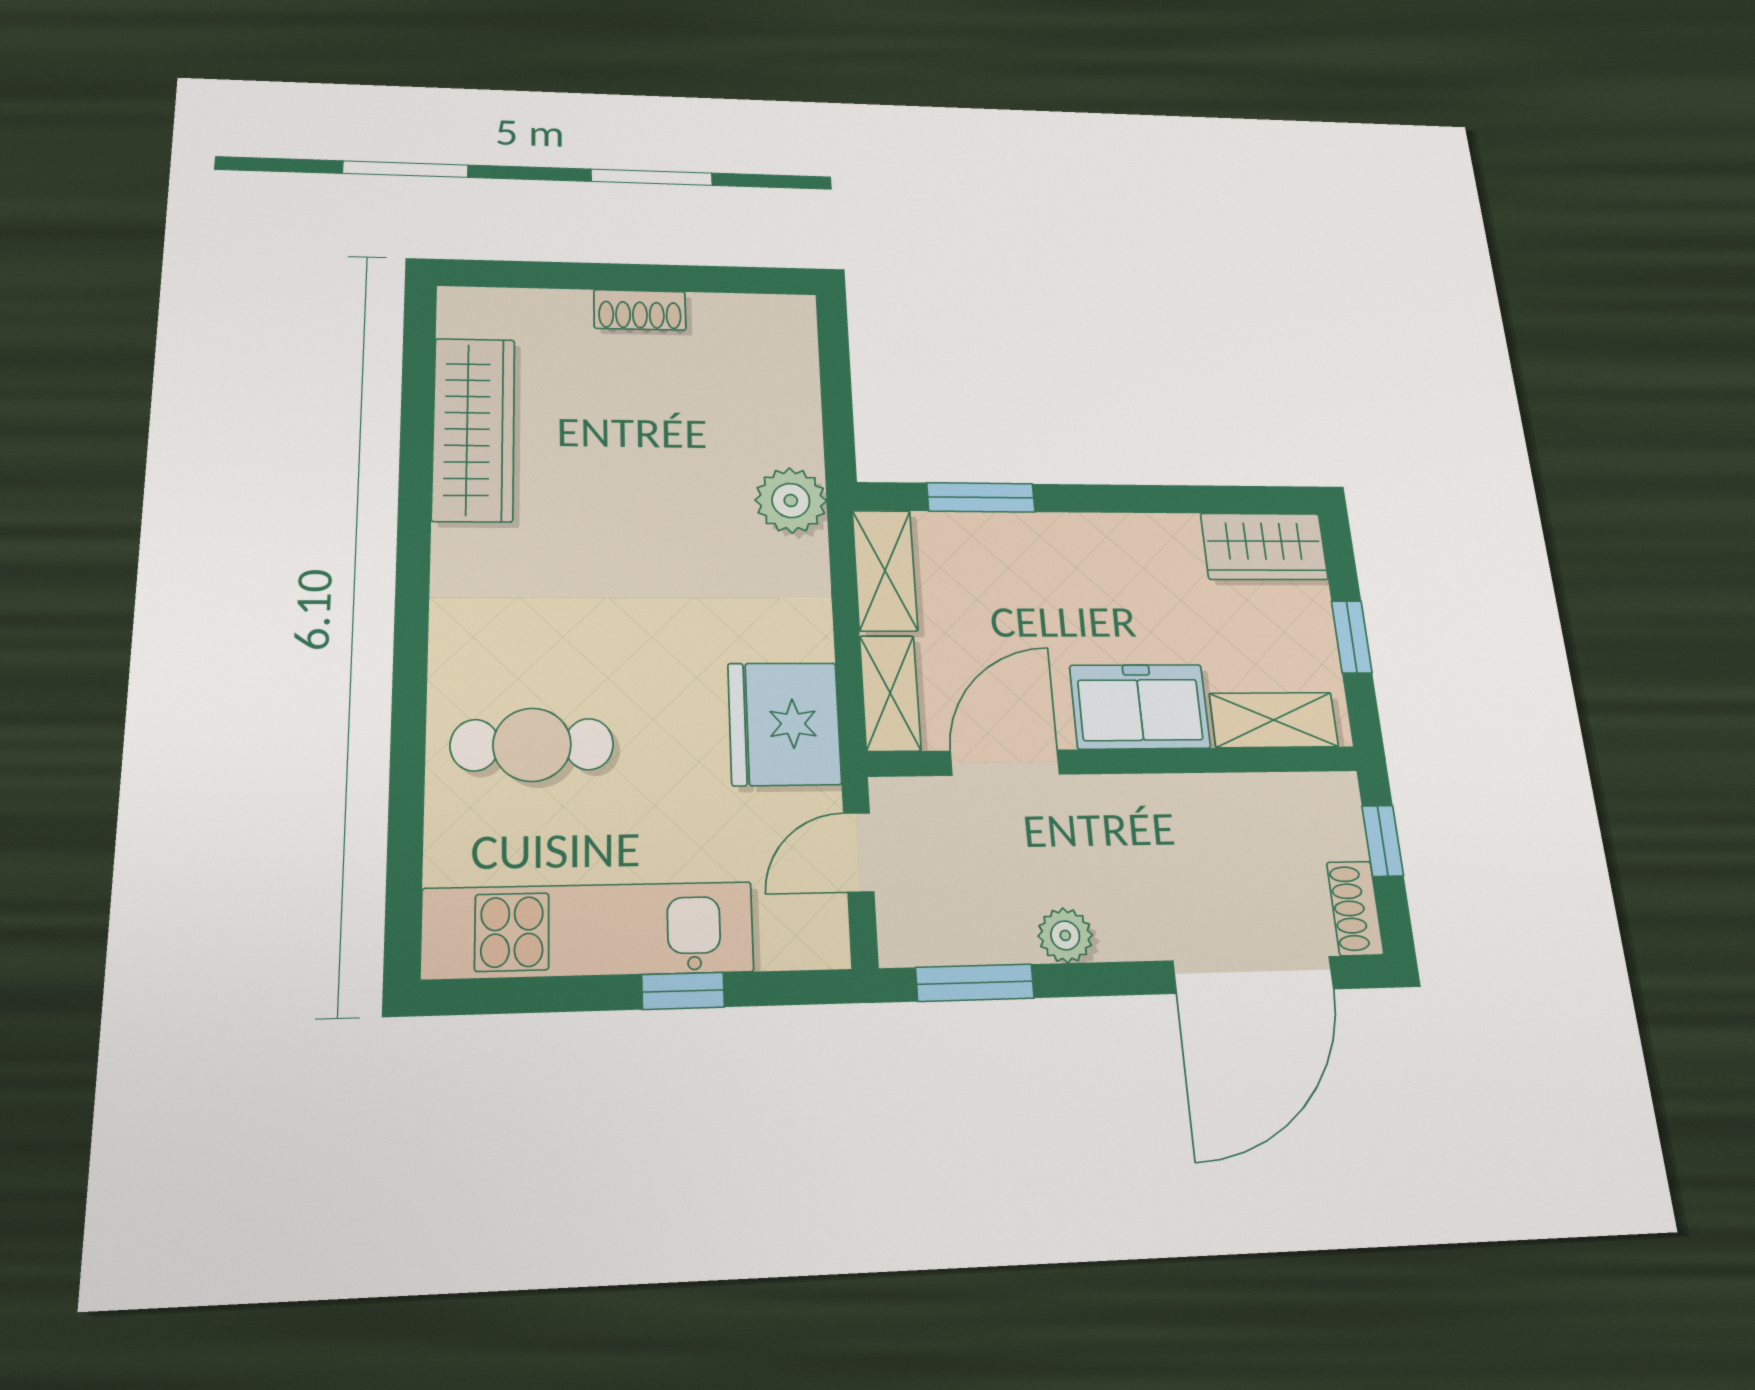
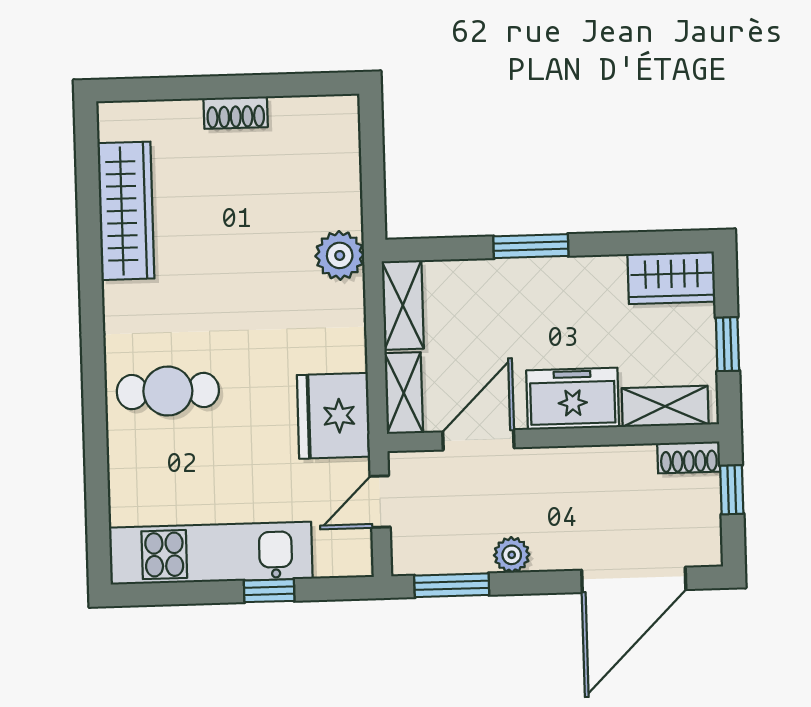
window: (981, 497) -> (531, 246), moved
cafe table: (532, 745) -> (168, 391), moved
shoe rack: (1355, 908) -> (689, 457), moved, turned -90

